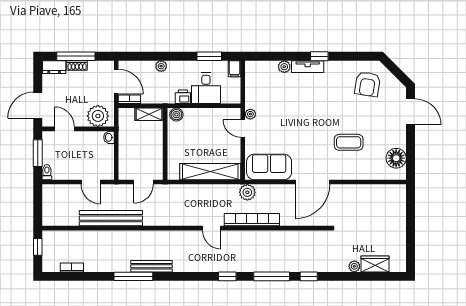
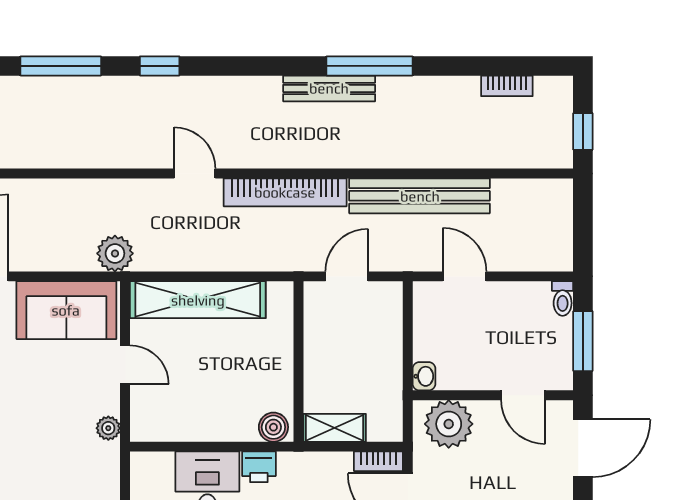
door: (243, 129) -> (125, 365), moved
bookcase: (252, 220) -> (285, 192), moved

